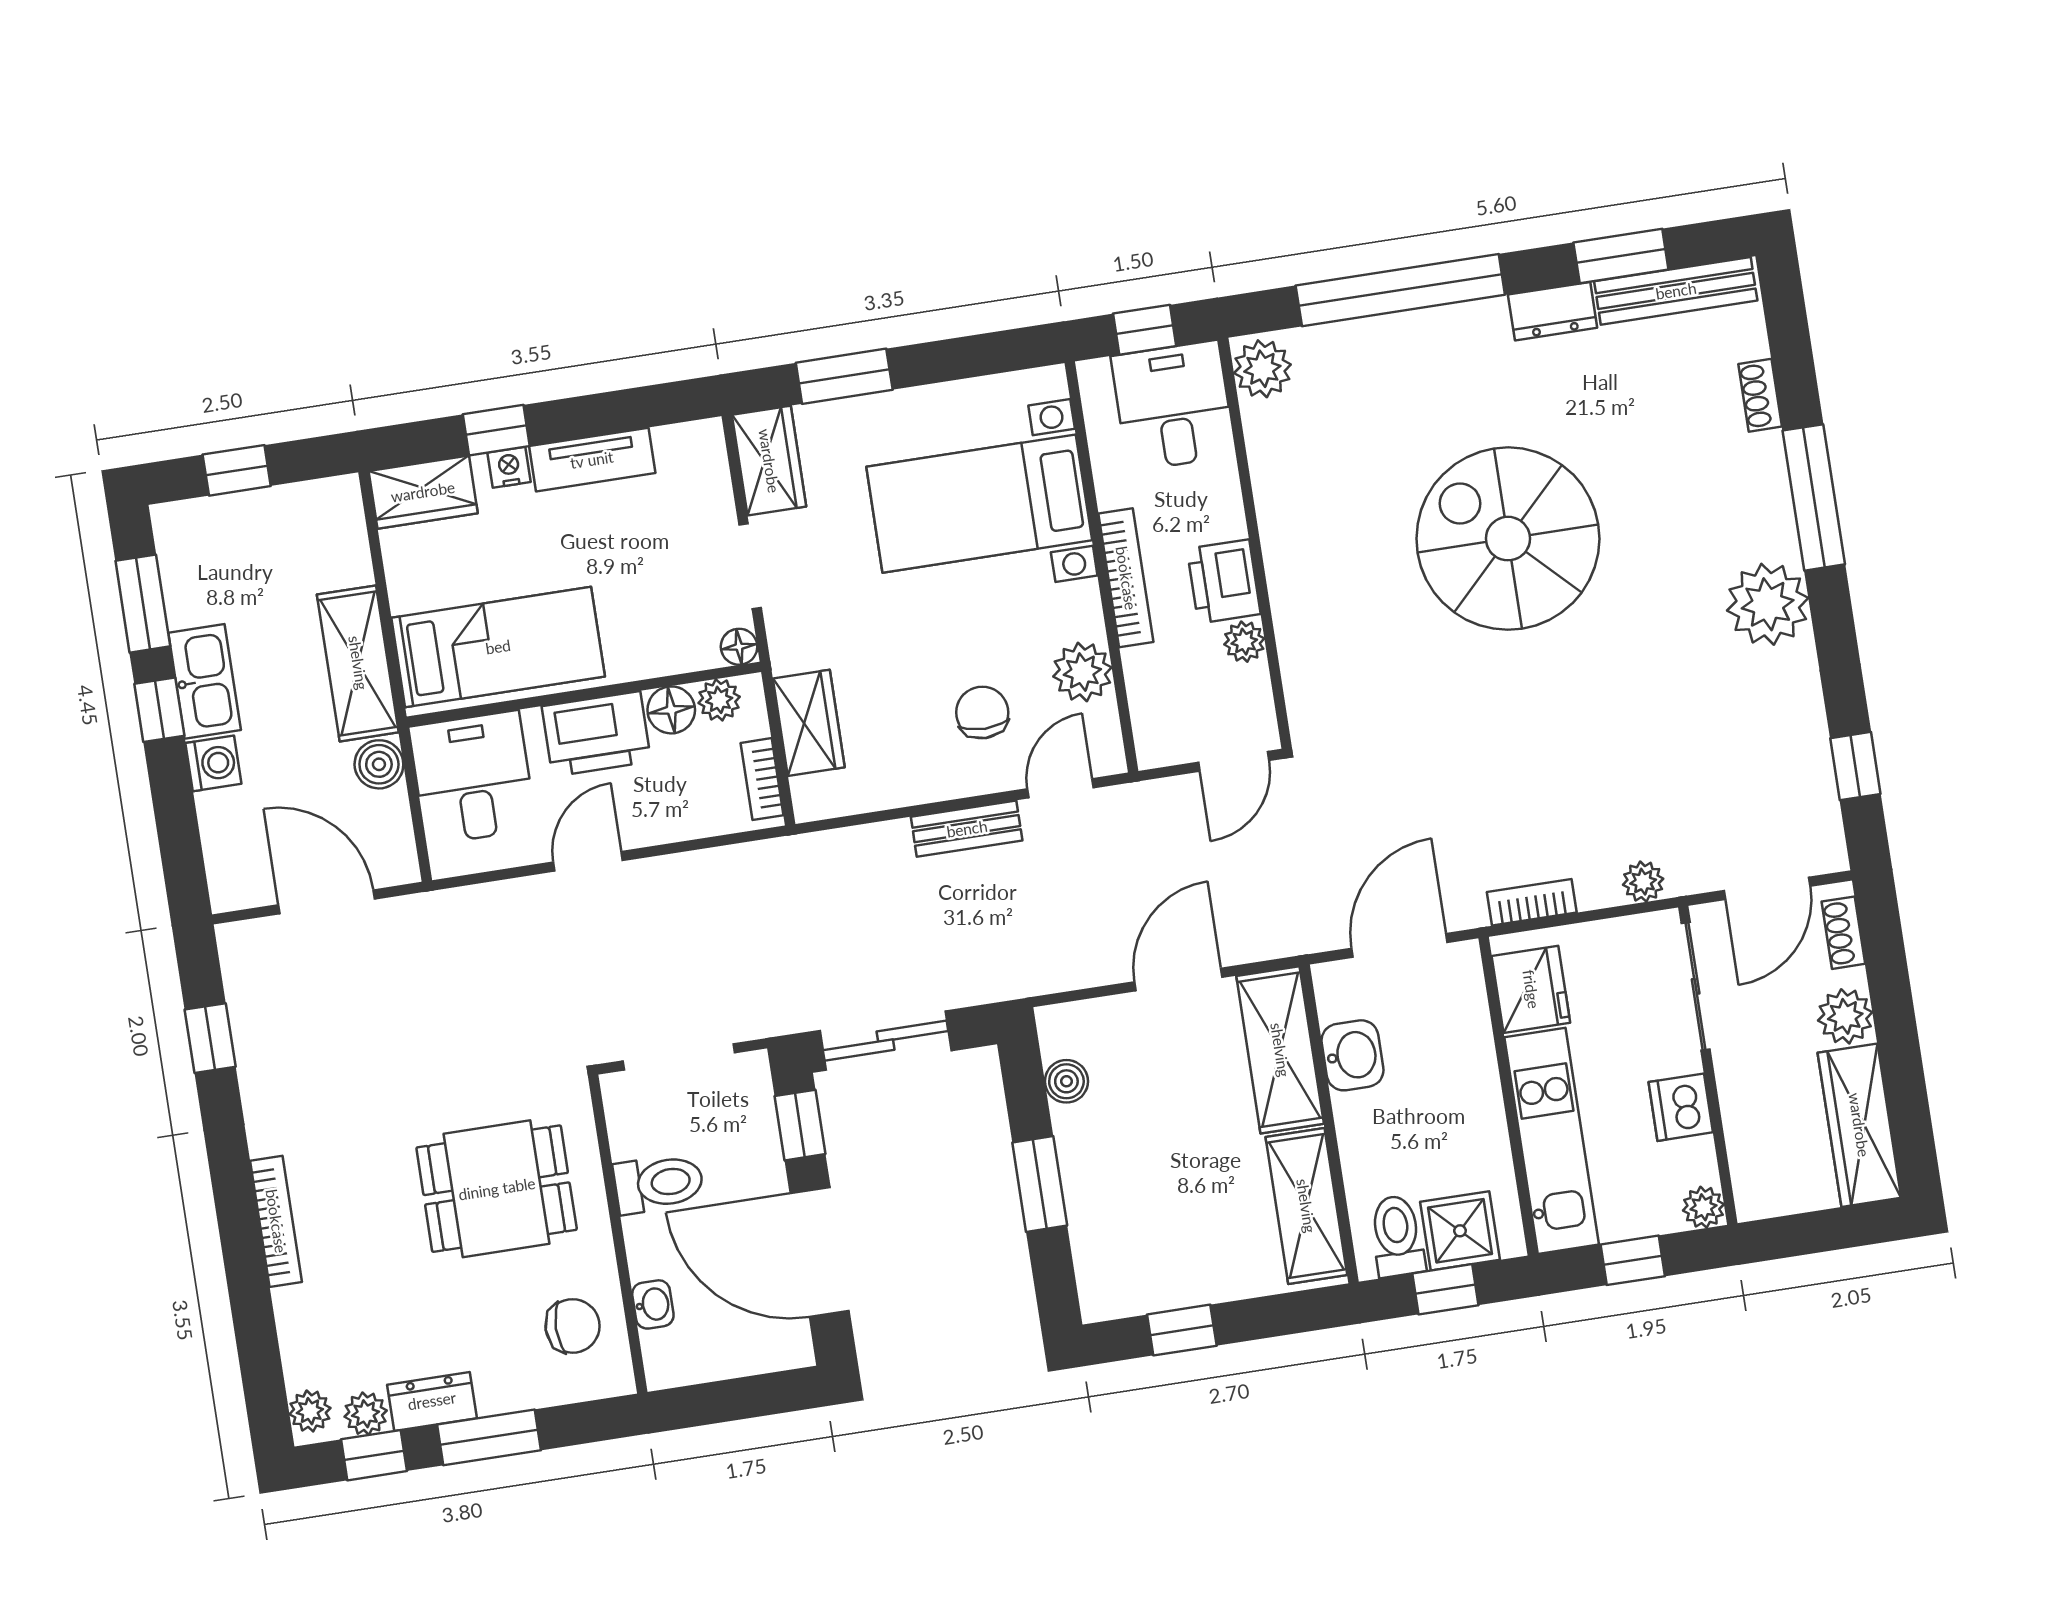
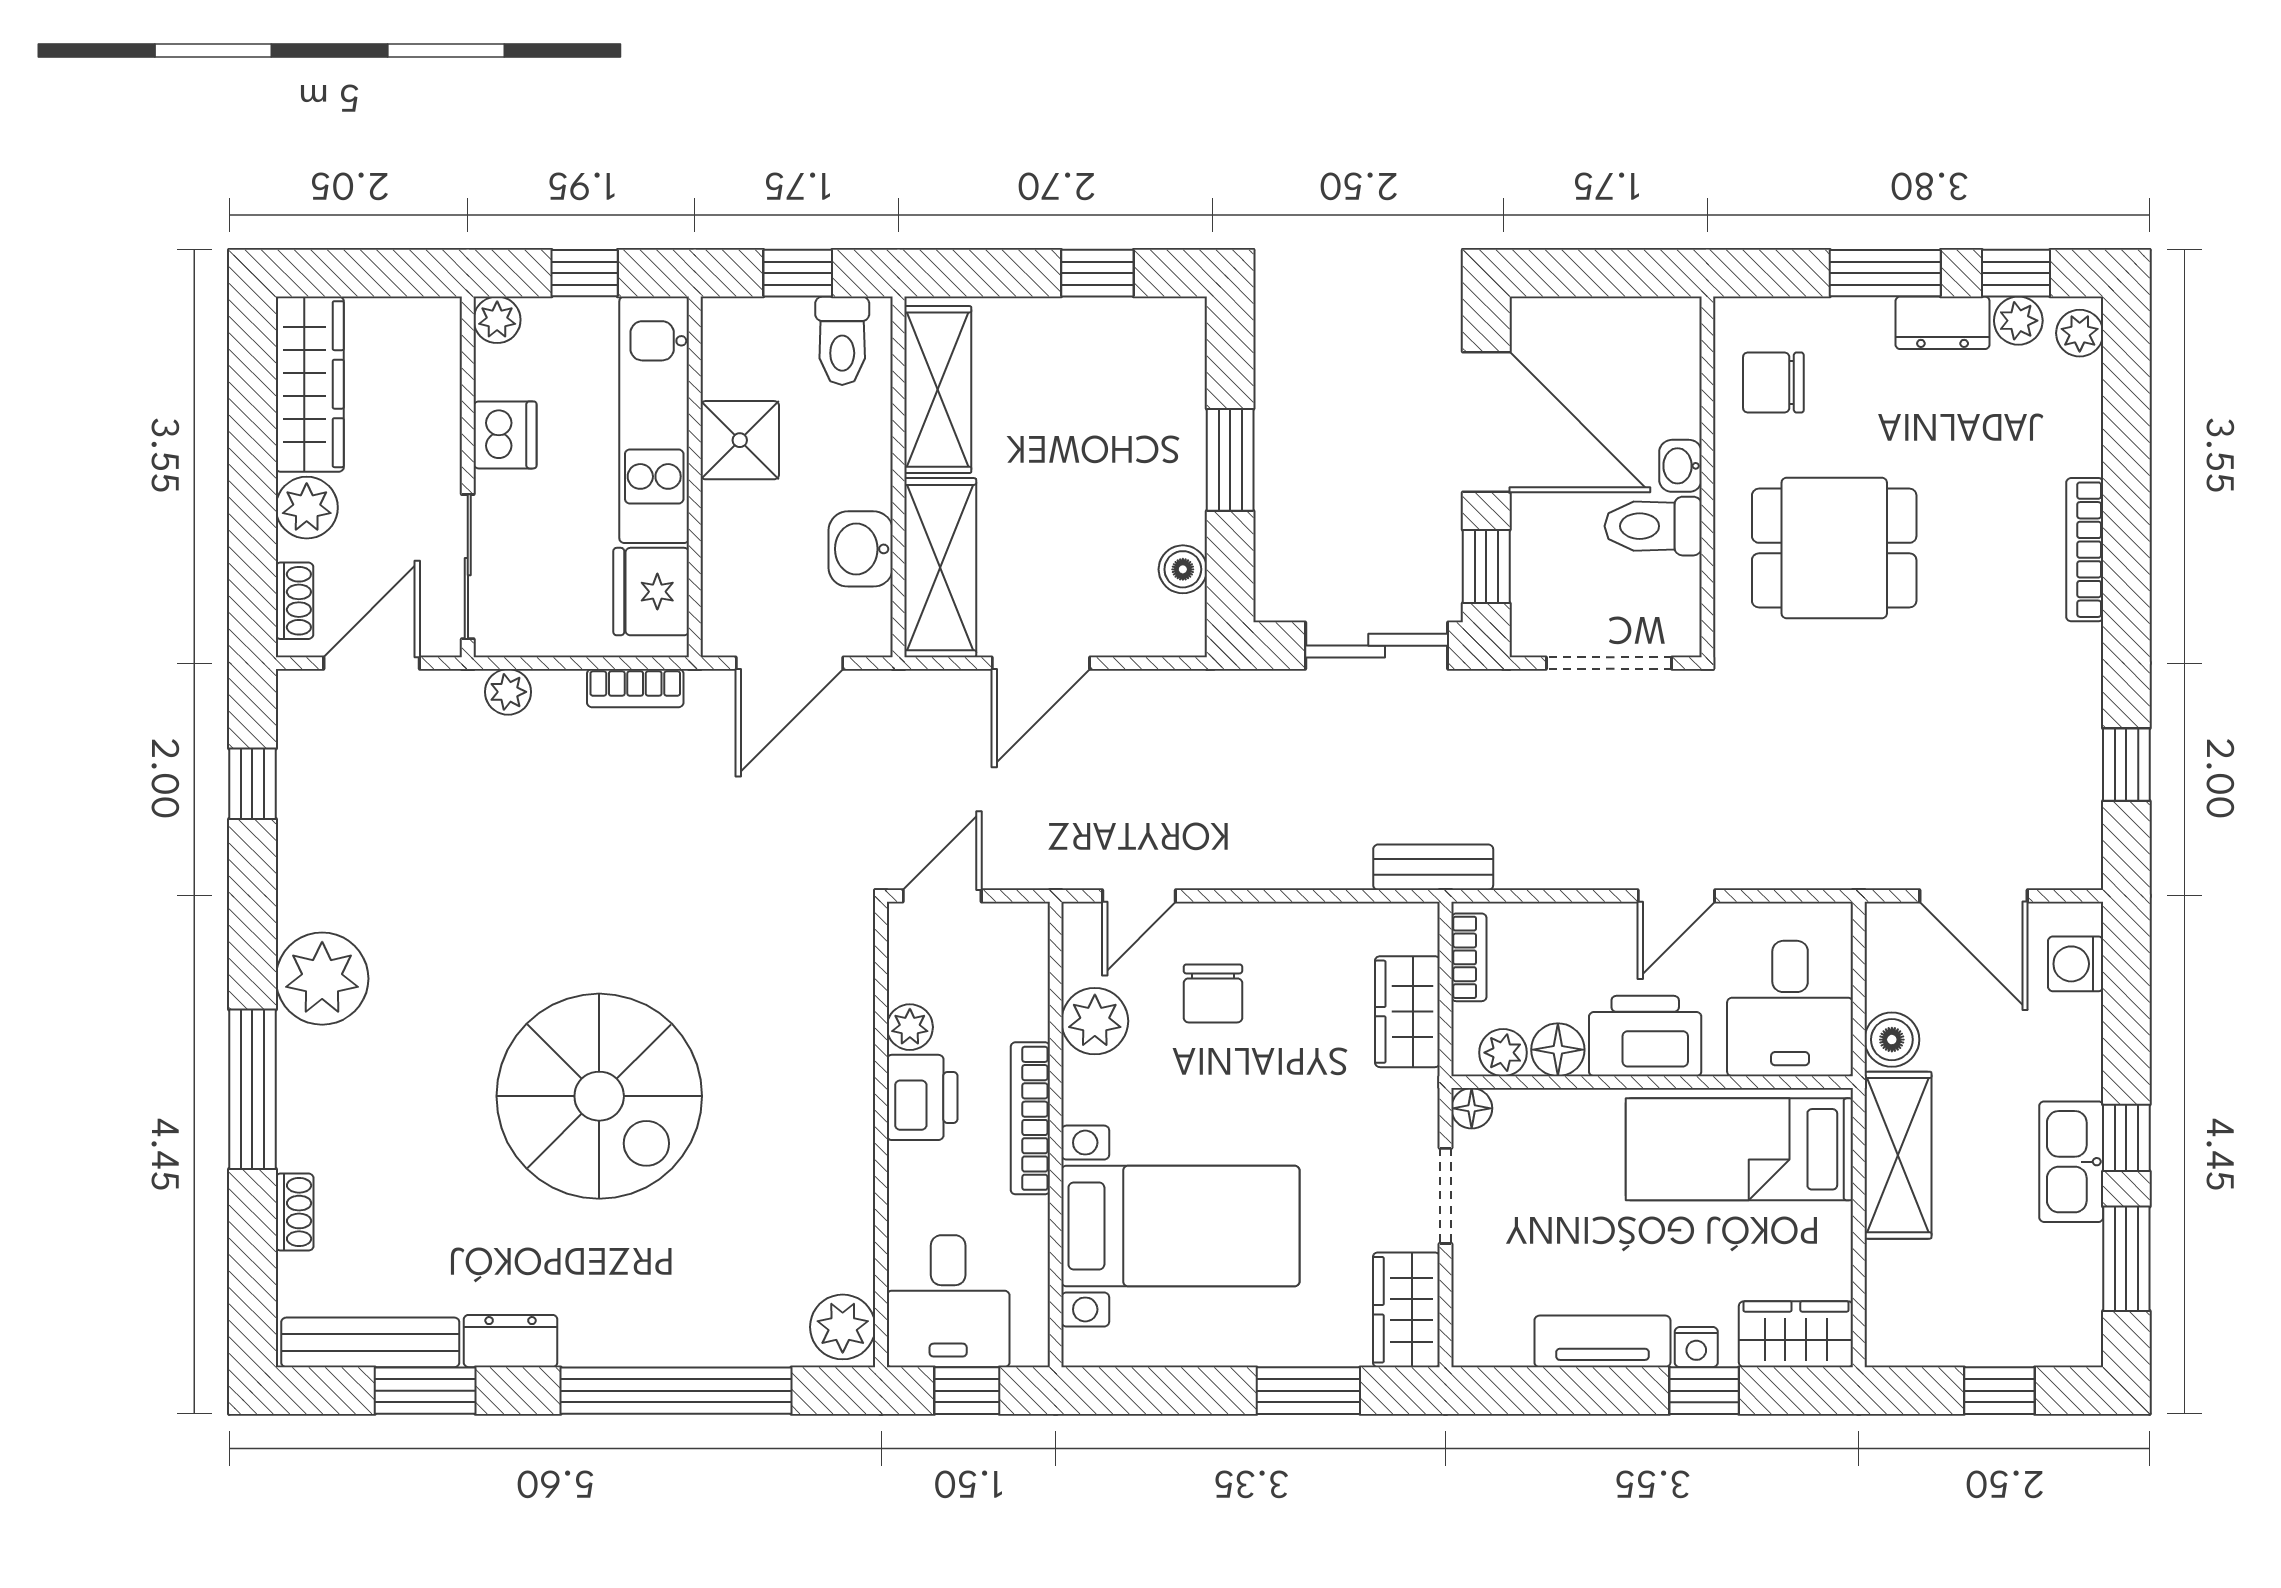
washing machine: (213, 763) -> (2076, 964), moved
bench: (967, 829) -> (1433, 867), moved
shower: (1460, 1231) -> (740, 440), moved
washbasin: (653, 1304) -> (1680, 466), moved

